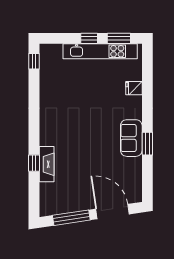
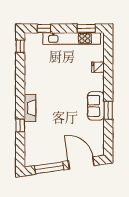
window: (89, 38) -> (44, 28), moved
fireplace: (47, 164) -> (30, 108), moved

